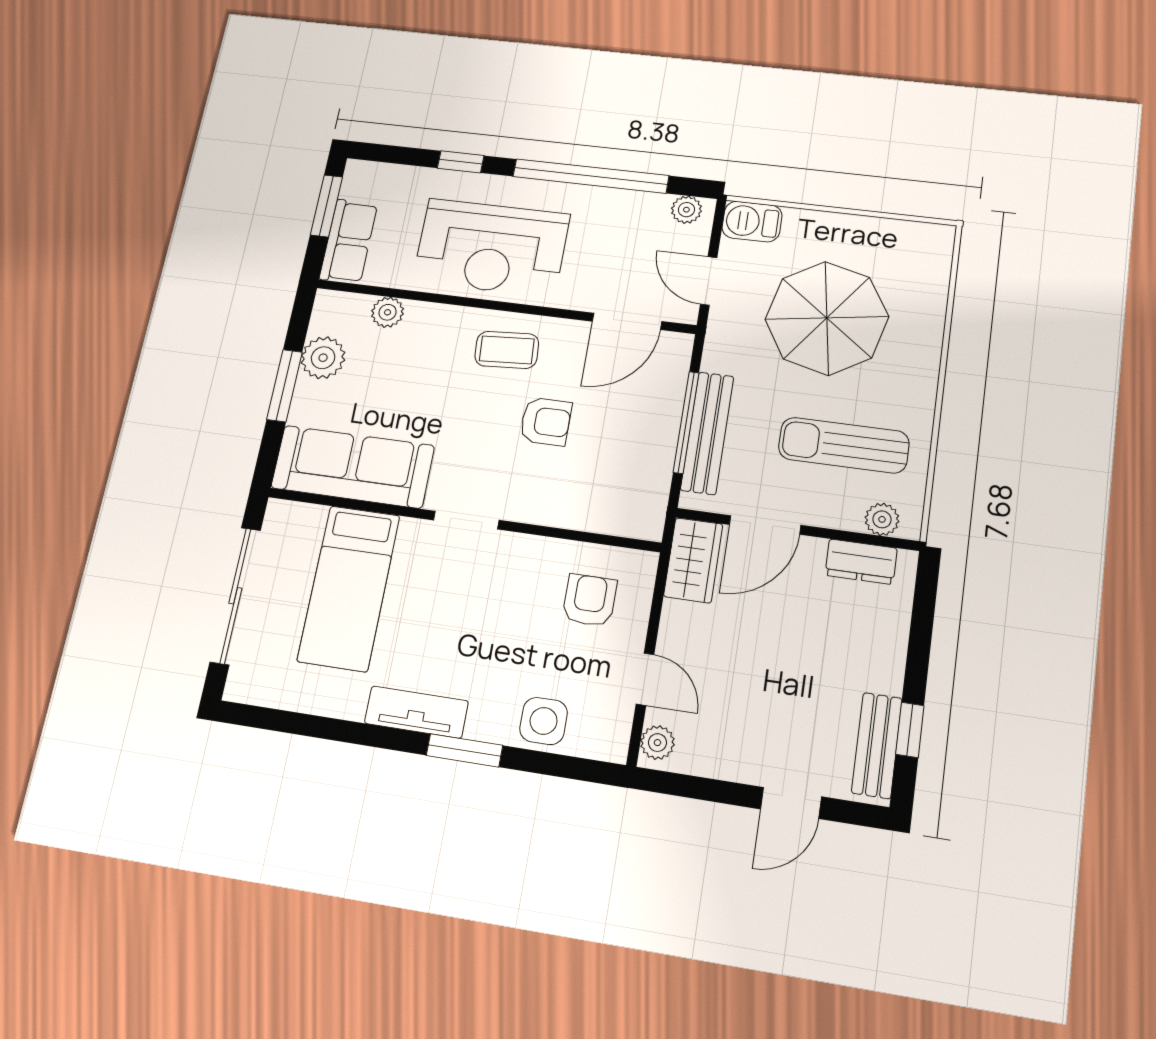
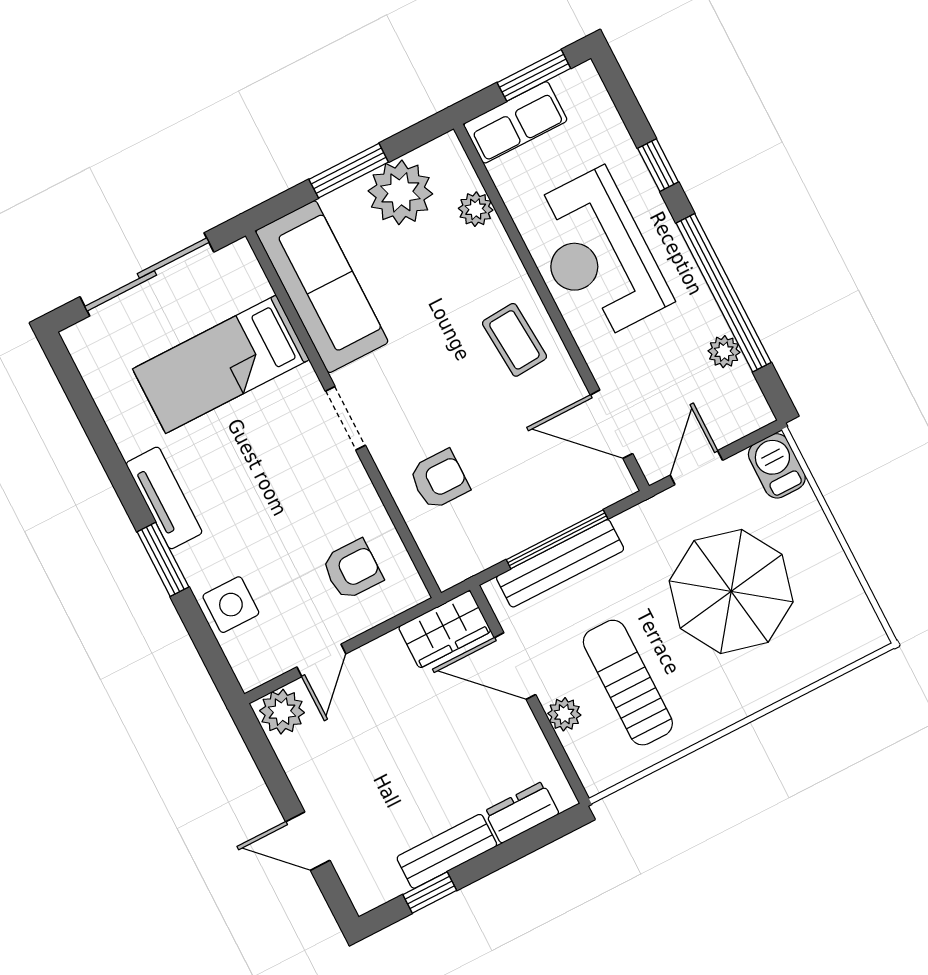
plant: (686, 210) -> (724, 352), moved
plant: (323, 358) -> (400, 192), width x1.36, depth x1.36
armchair: (546, 421) -> (439, 480), moved, turned -90
plant: (882, 519) -> (564, 714), moved
dresser: (861, 562) -> (522, 812), moved, turned 90
plant: (657, 743) -> (282, 712), width x1.38, depth x1.38
bench: (877, 745) -> (447, 851), moved

